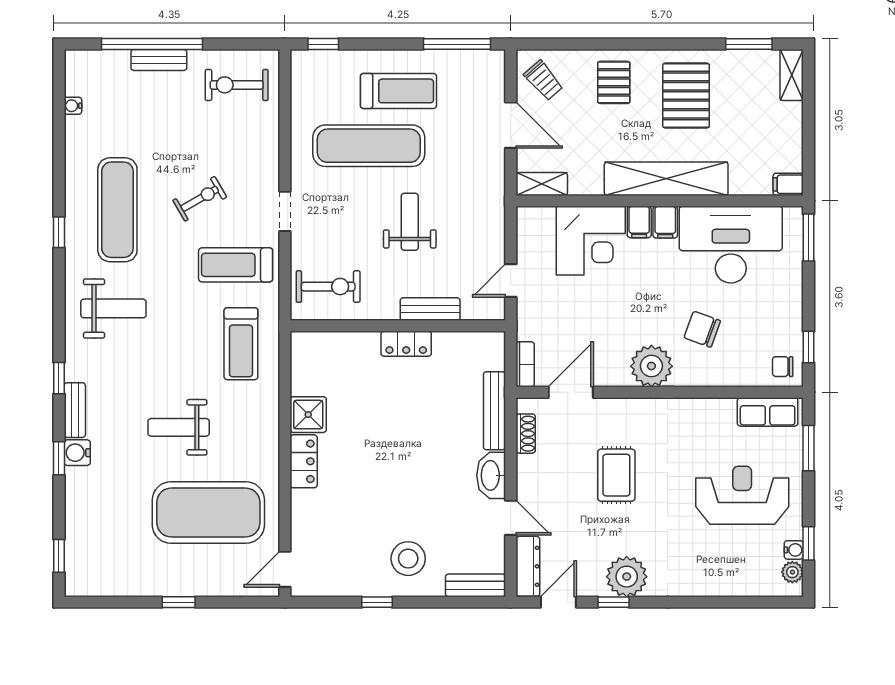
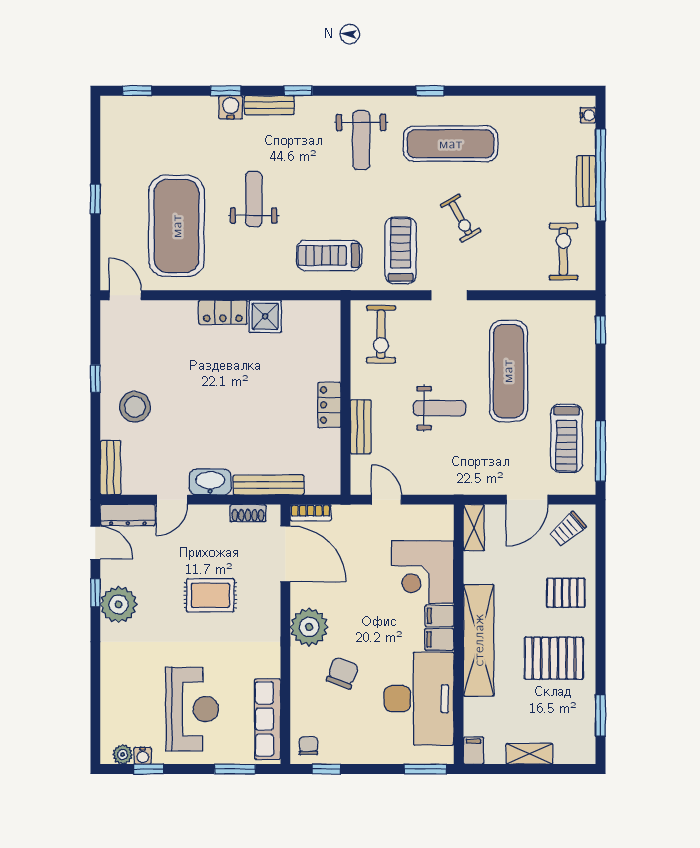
shelving: (792, 75) -> (529, 754), moved
treadmill: (398, 91) -> (567, 438), moved
water cooler: (73, 106) -> (588, 115), moved, turned 90
door: (571, 392) -> (285, 554), width x1.36
row of seats: (768, 412) -> (268, 719), width x1.48

